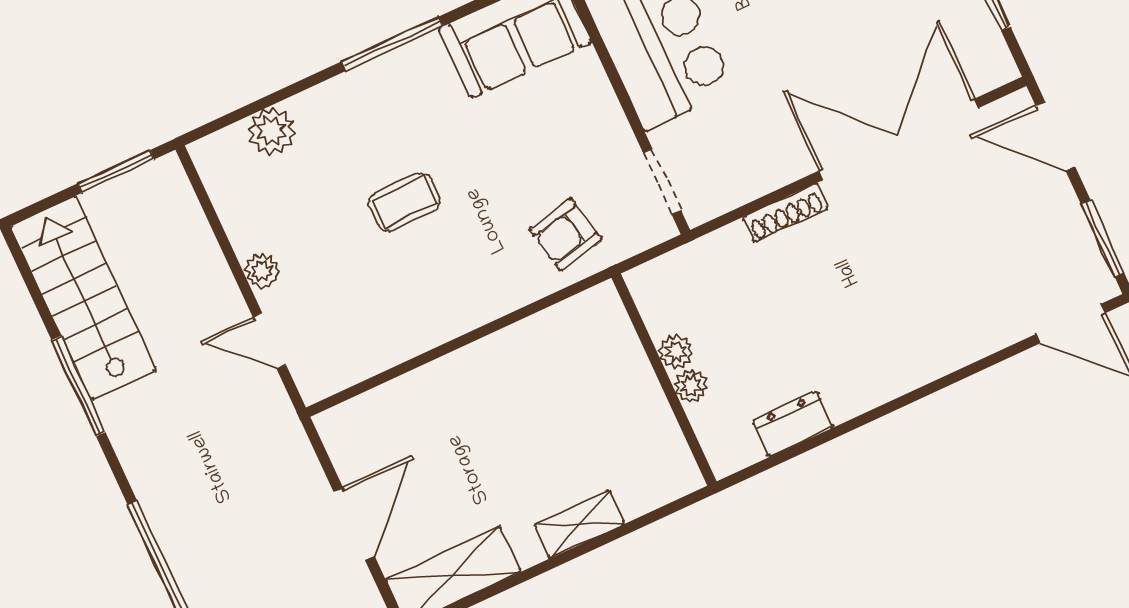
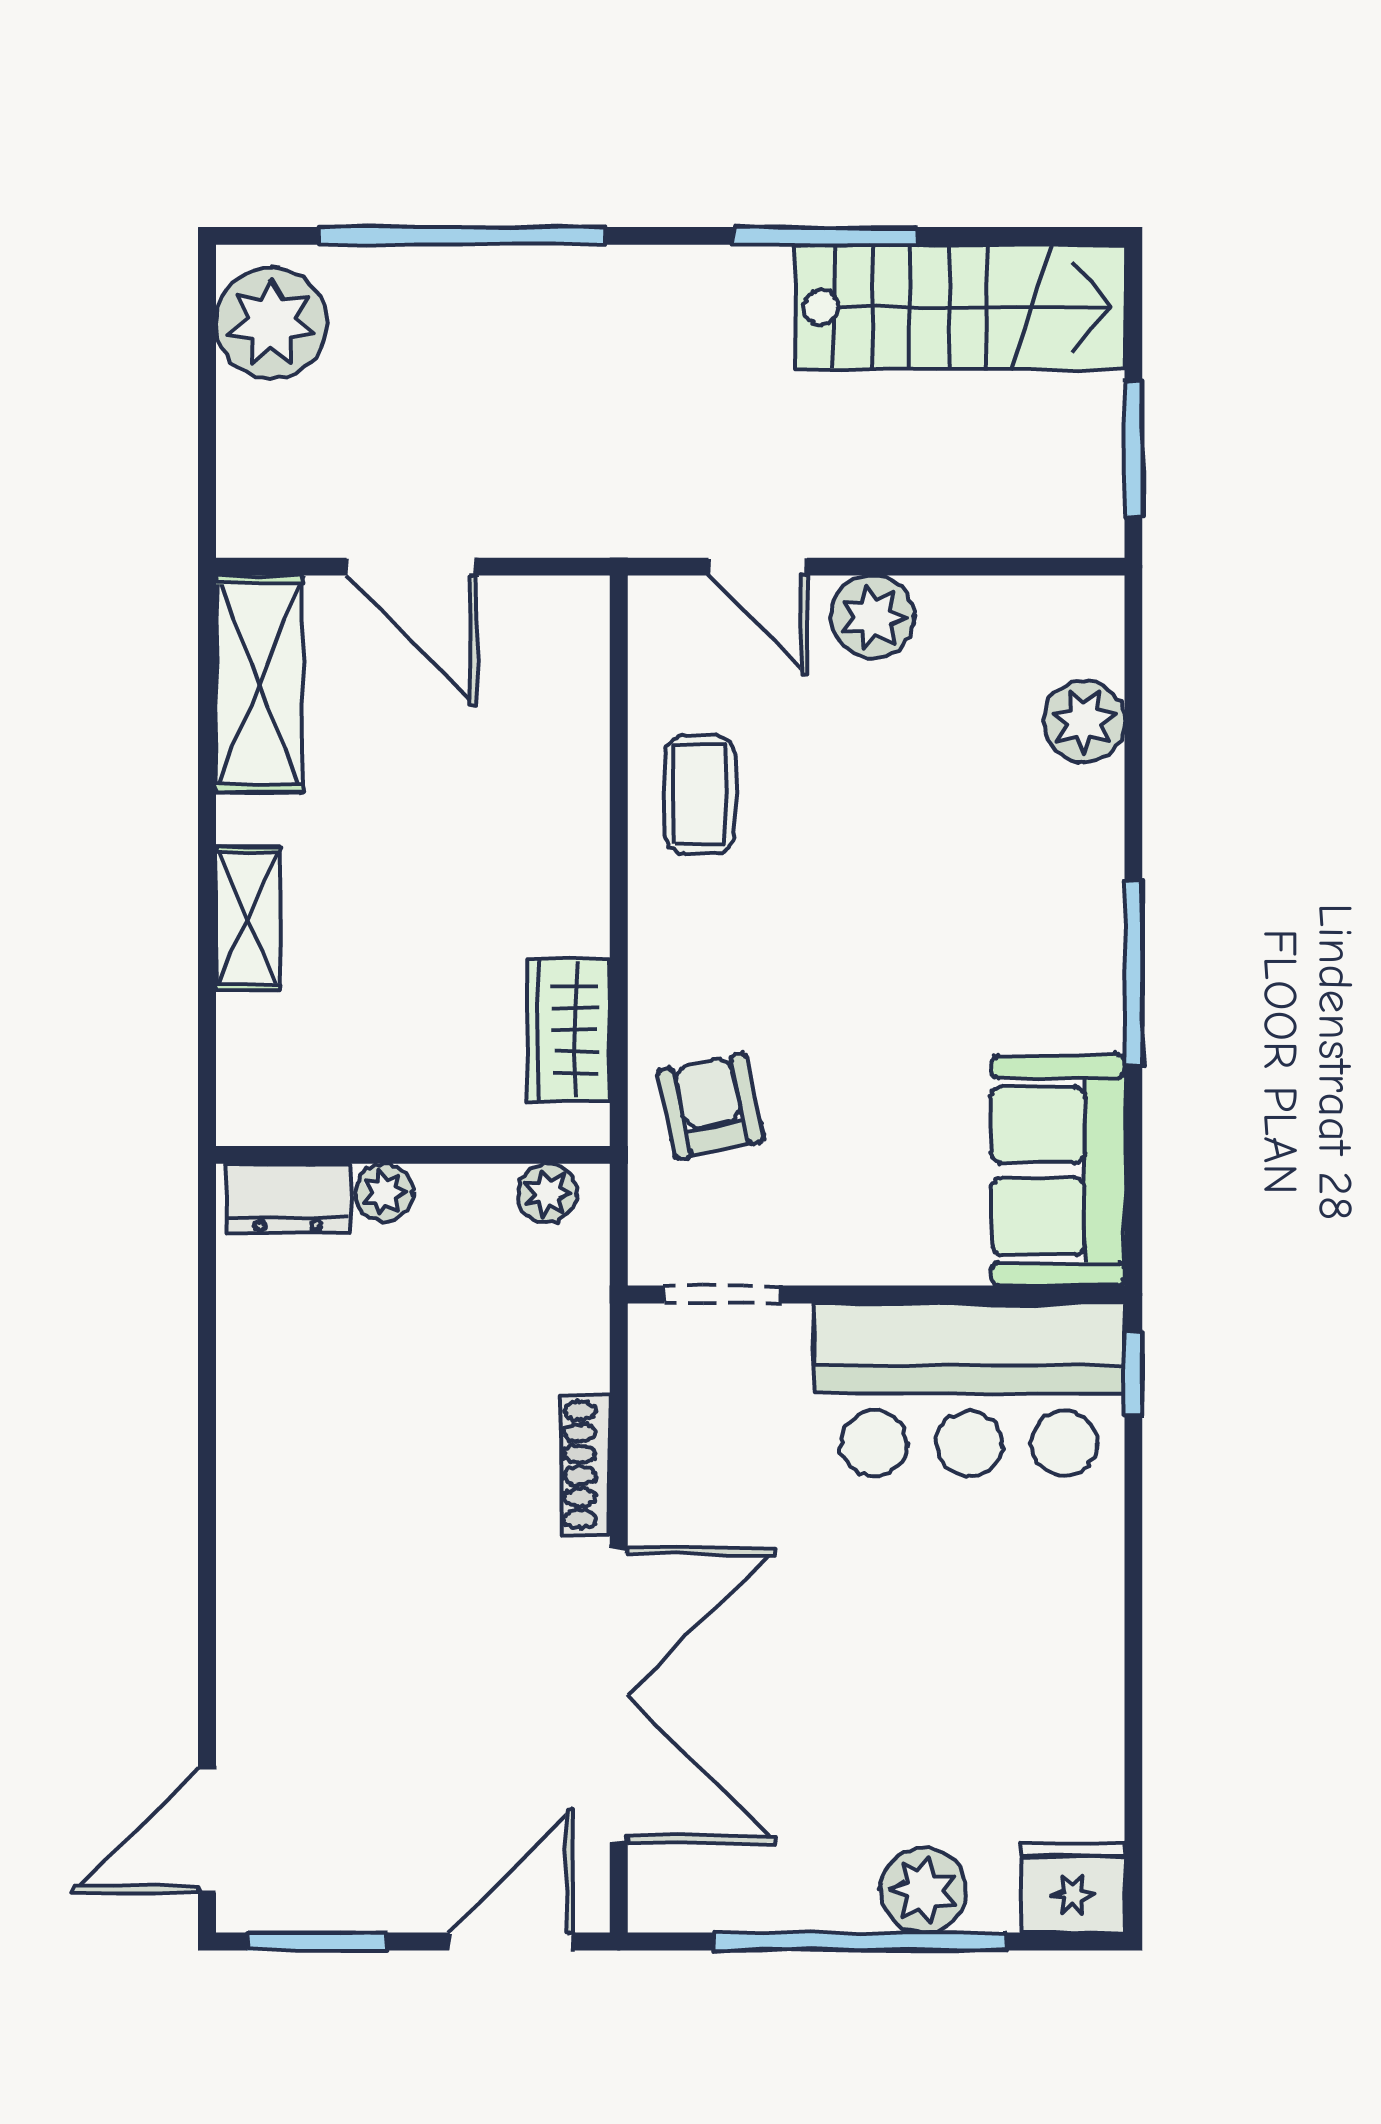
coffee table: (405, 202) -> (700, 794), moved
plant: (262, 271) -> (873, 617), width x1.38, depth x1.38
wardrobe: (560, 328) -> (568, 1030), added
door: (270, 341) -> (758, 567), swing flipped
plant: (676, 352) -> (547, 1193), moved
dresser: (793, 424) -> (288, 1198), moved, turned 90

